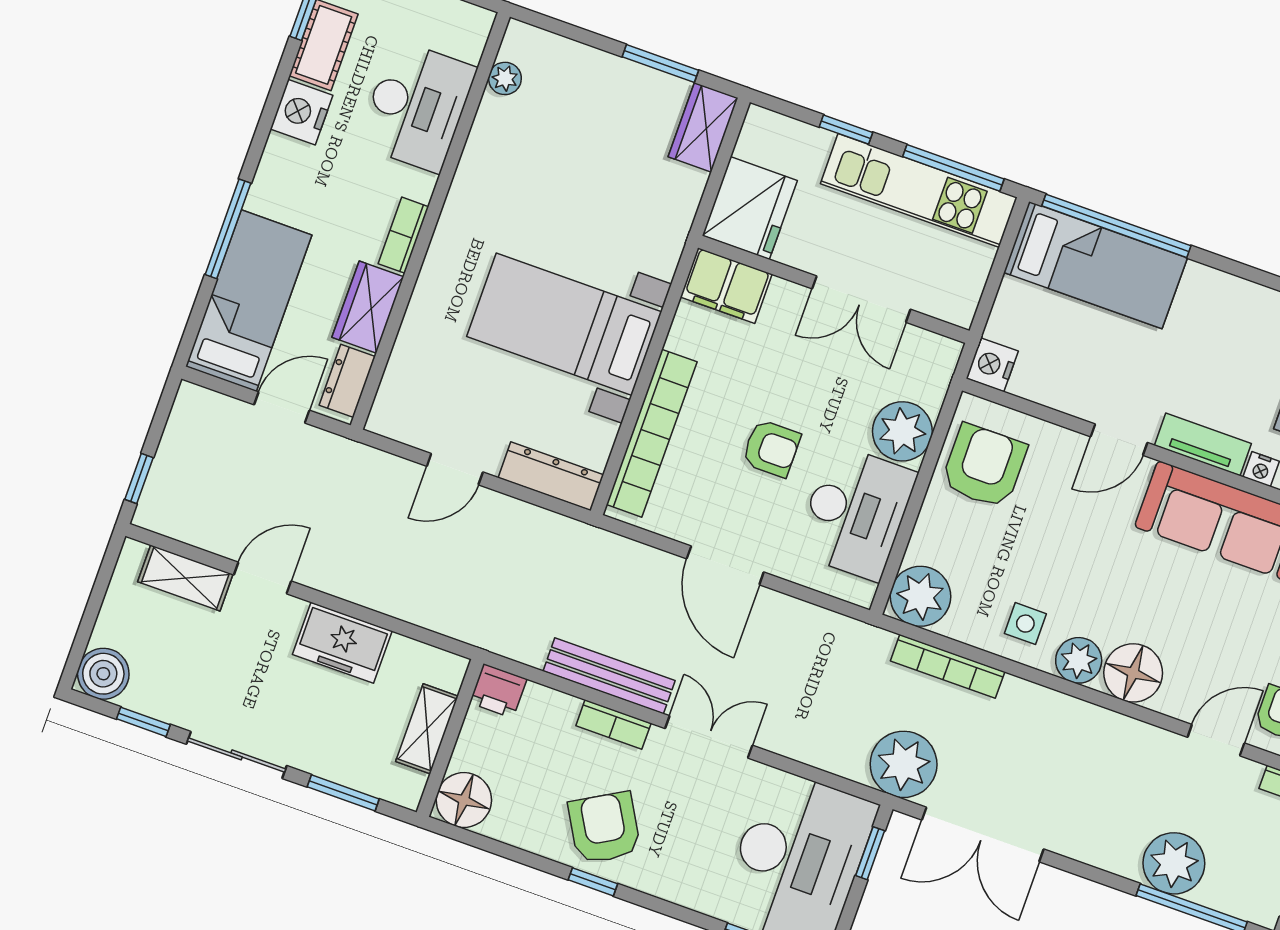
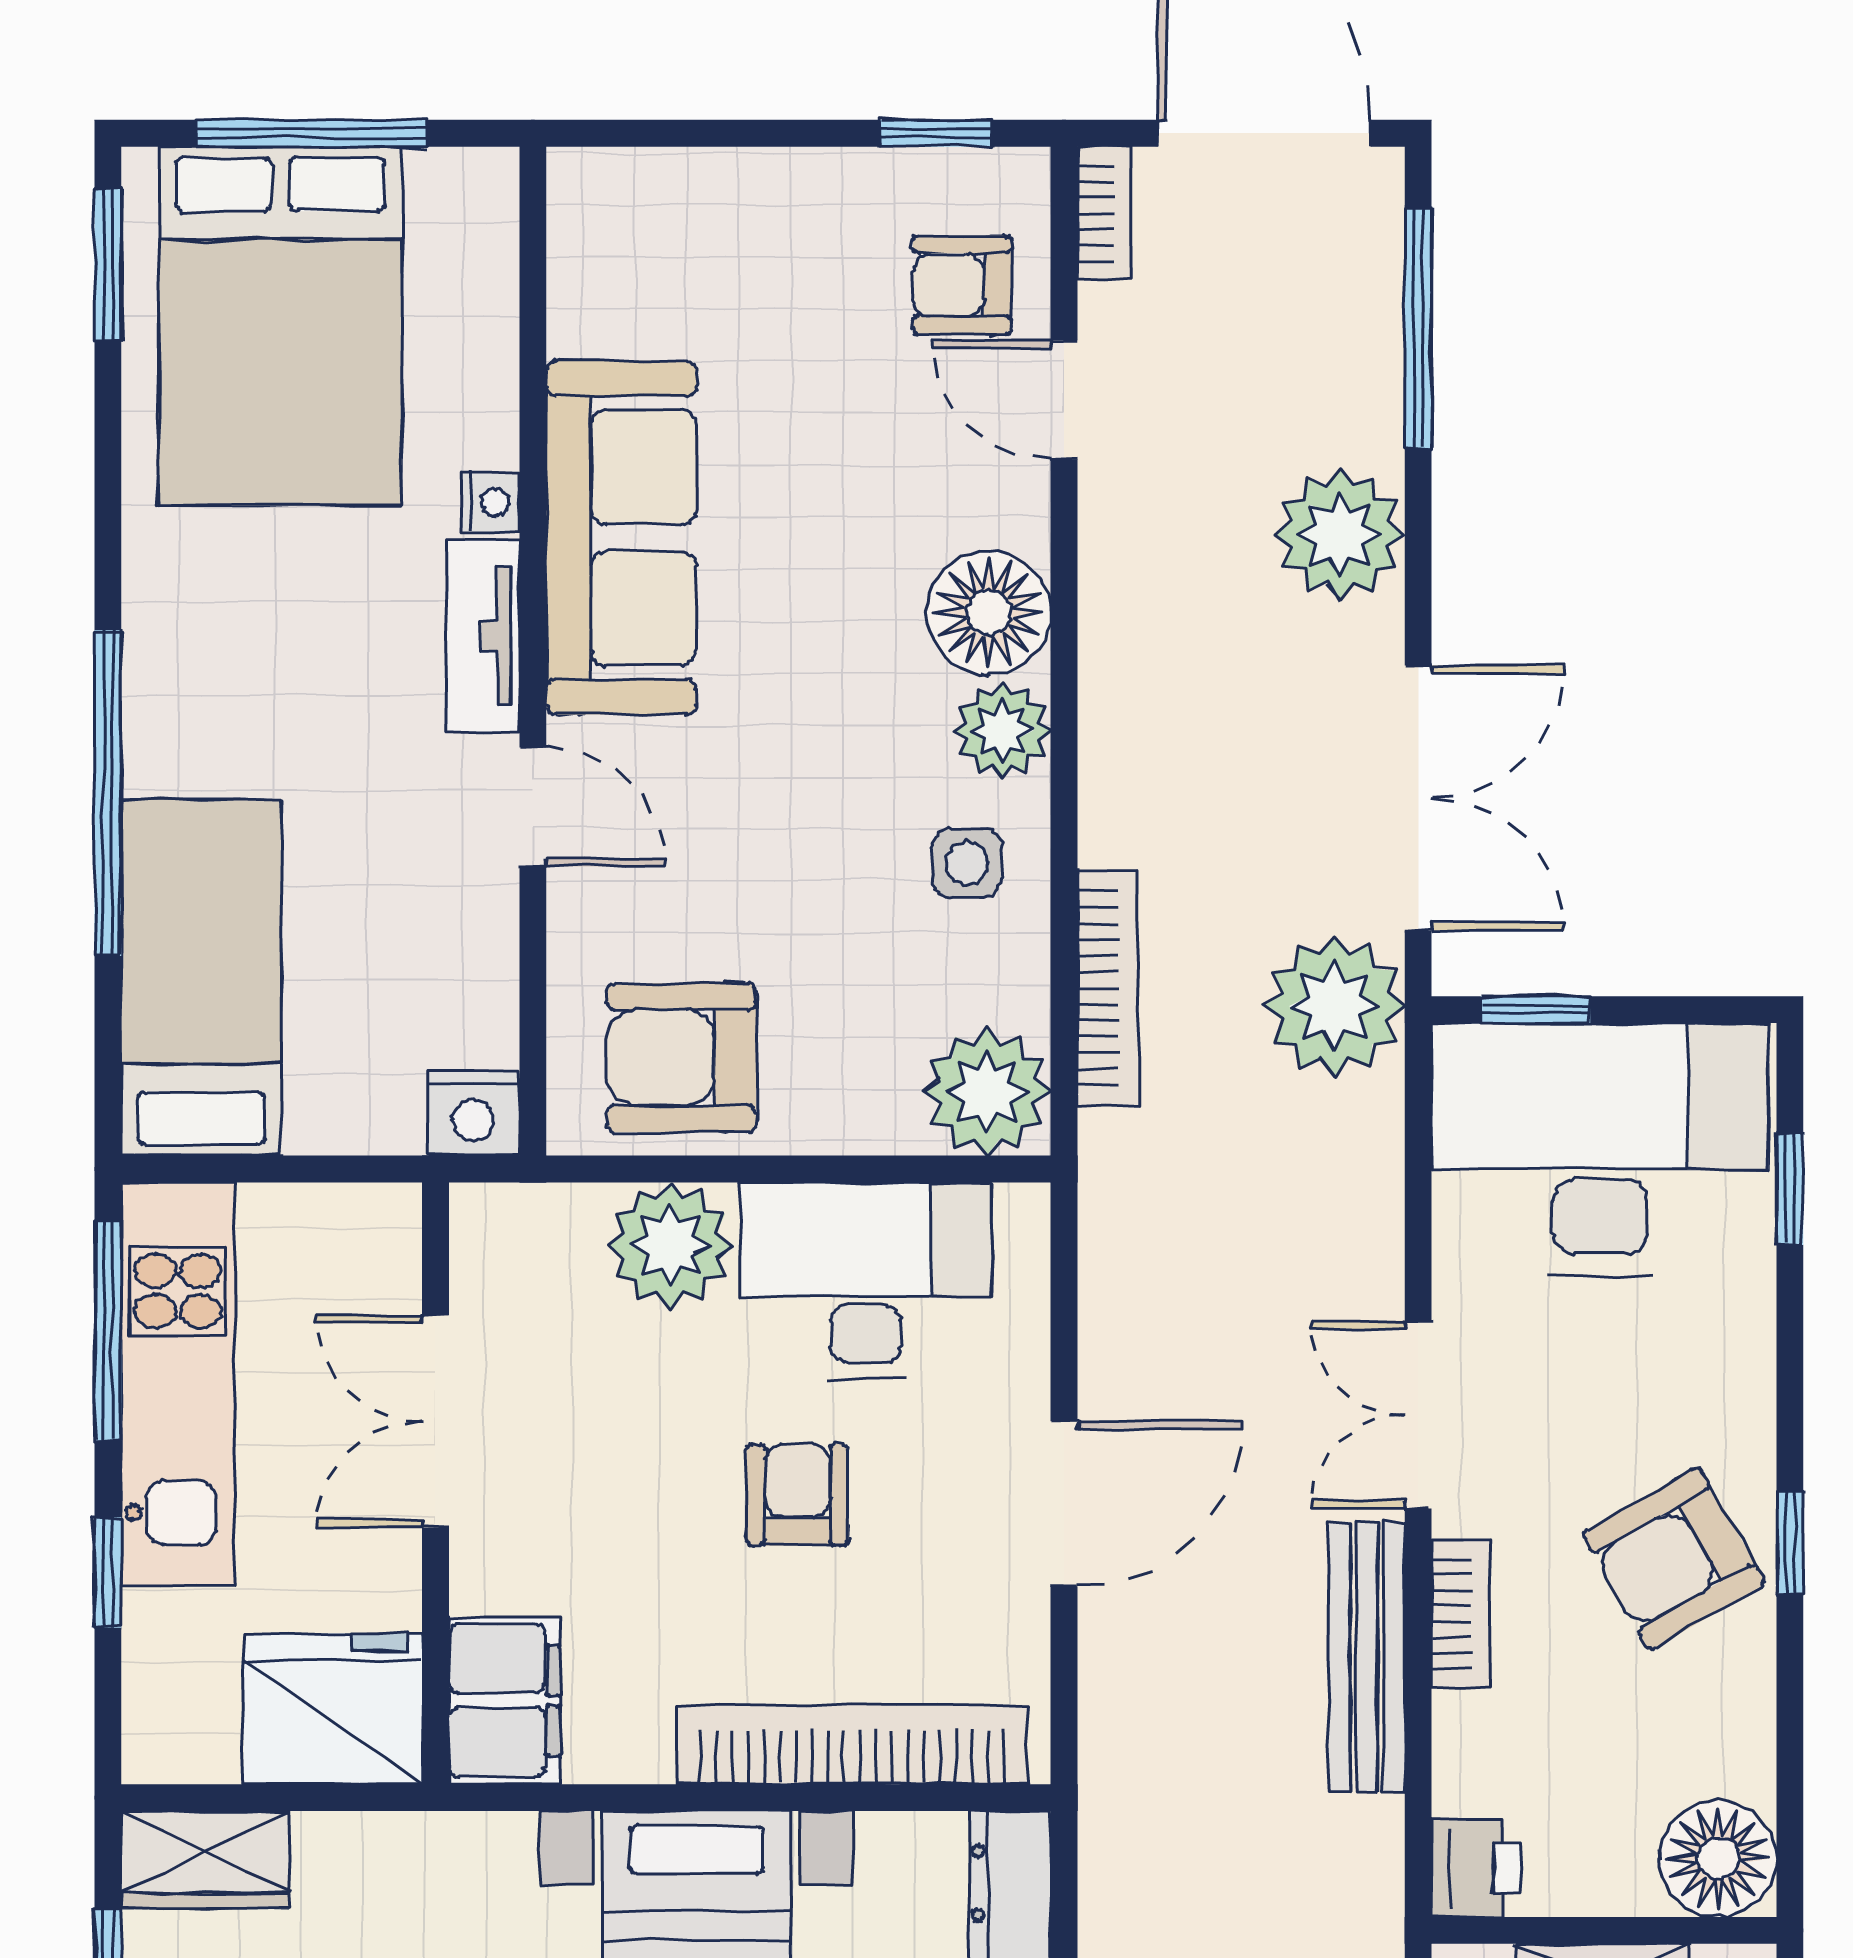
window: (1116, 226) -> (108, 793), moved
double door: (861, 299) -> (435, 1421), swing flipped
plant: (1174, 863) -> (1340, 534), moved

